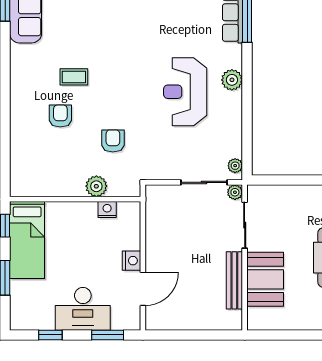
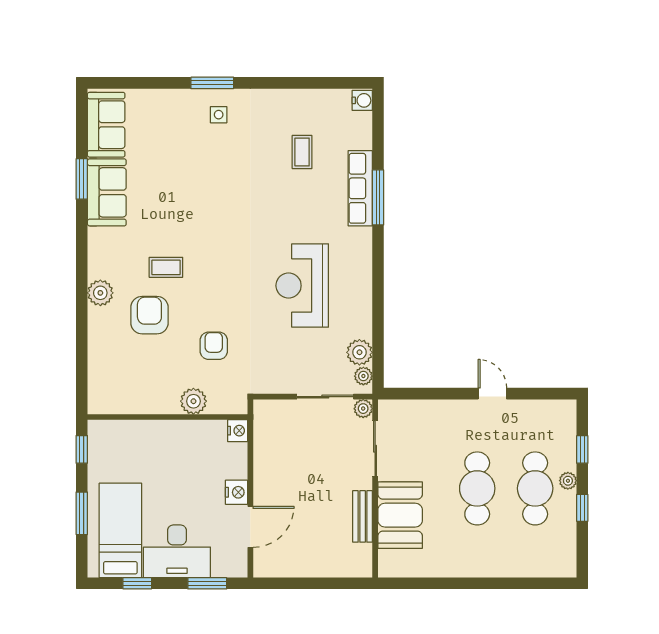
plant: (232, 80) -> (359, 352), moved
plant: (20, 98) -> (100, 293), added
armchair: (60, 116) -> (149, 315), width x1.38, depth x1.38
nightstand: (107, 210) -> (238, 431), moved, turned 90
bed: (27, 240) -> (120, 530), moved, turned 180
bench: (234, 280) -> (363, 516), width x0.73

